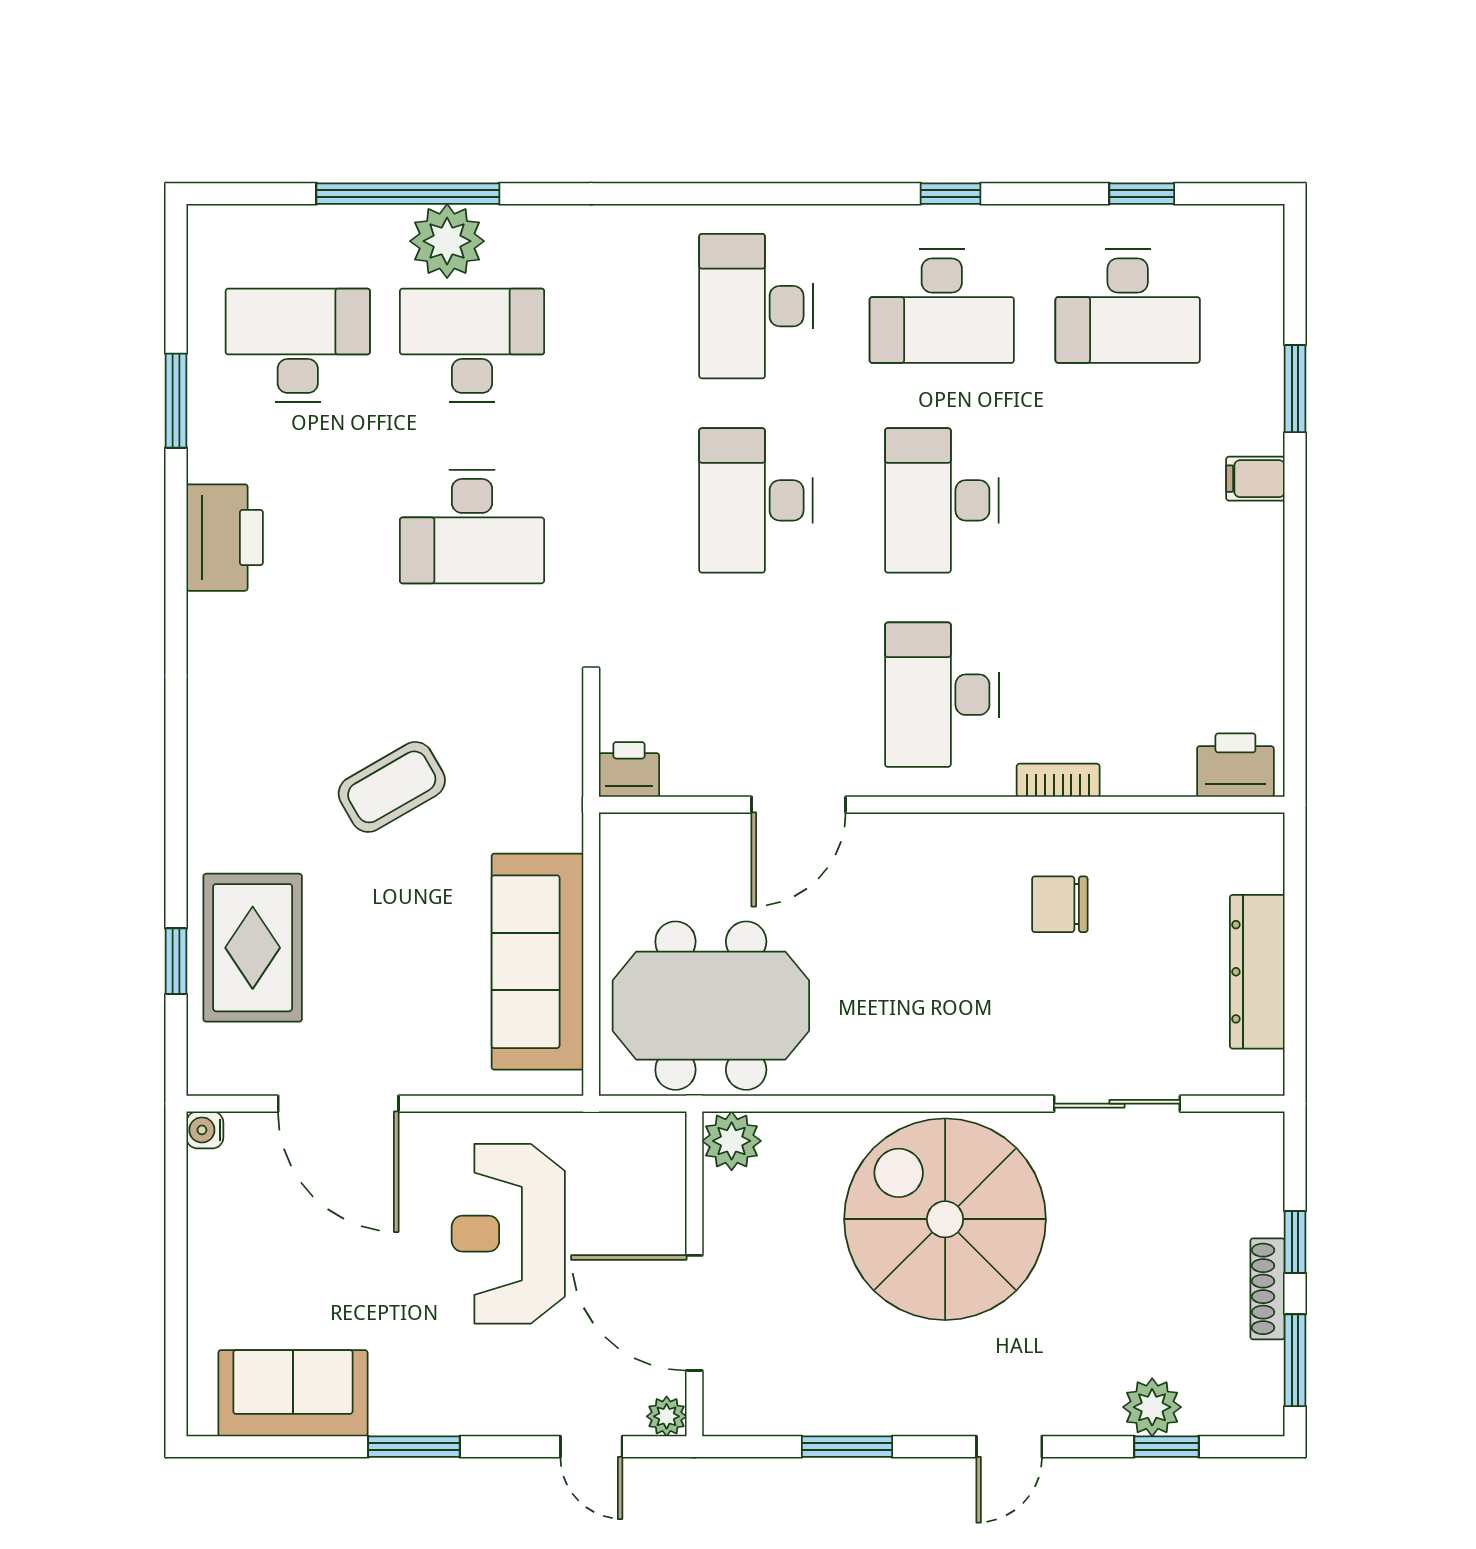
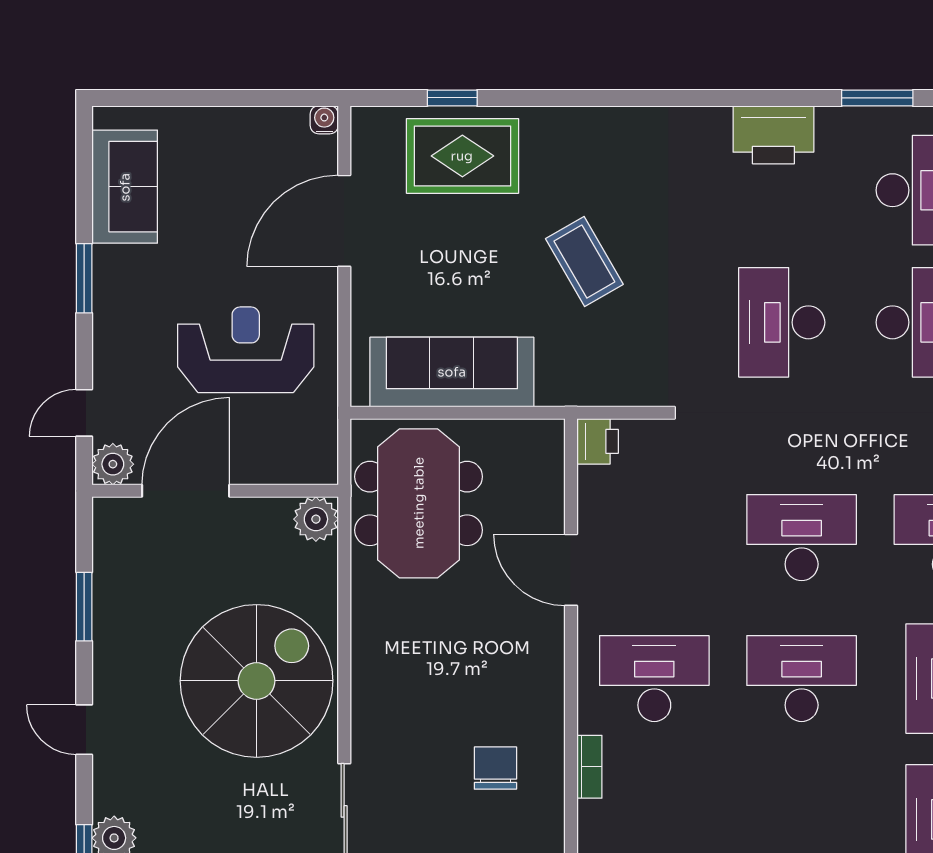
plant: (667, 1416) -> (113, 464), width x1.38, depth x1.38

